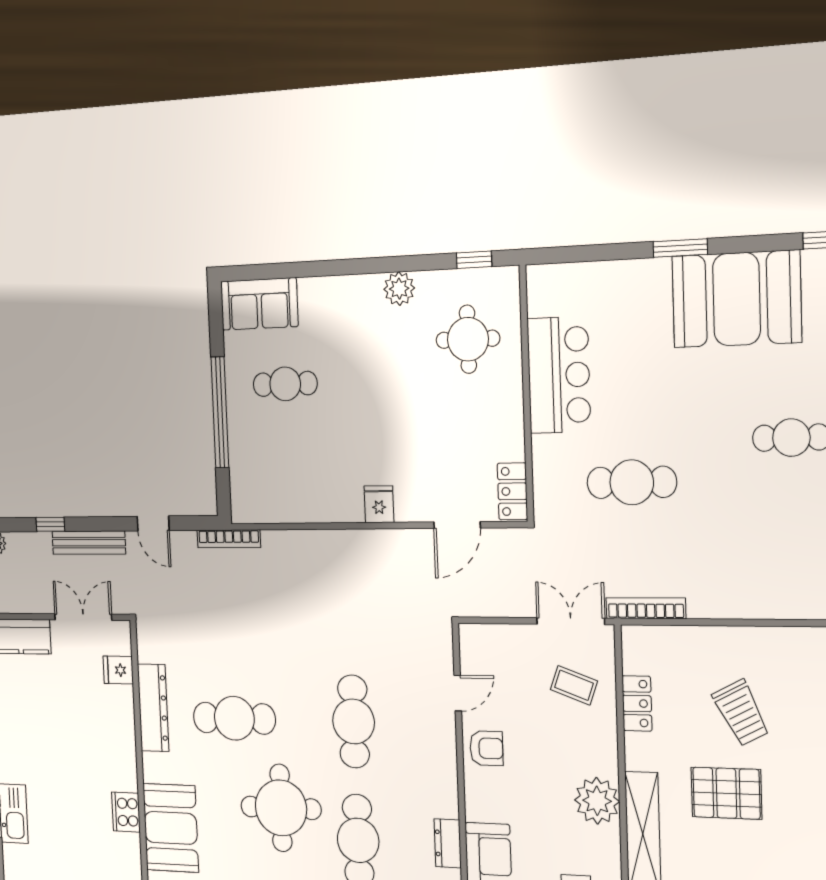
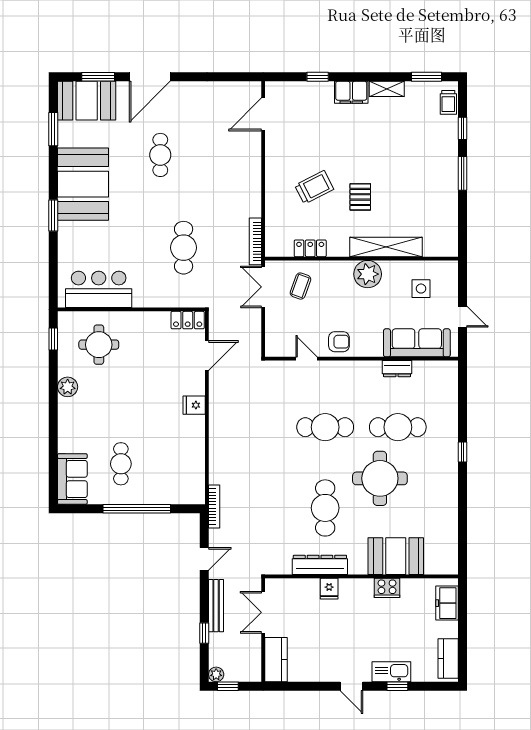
bar counter: (559, 375) -> (99, 289), moved
door: (457, 525) -> (207, 356), hinge flipped
fridge: (118, 670) -> (329, 589), moved
armchair: (486, 748) -> (339, 342), turned 90
pallet: (726, 793) -> (360, 197), width x0.67, depth x0.71

